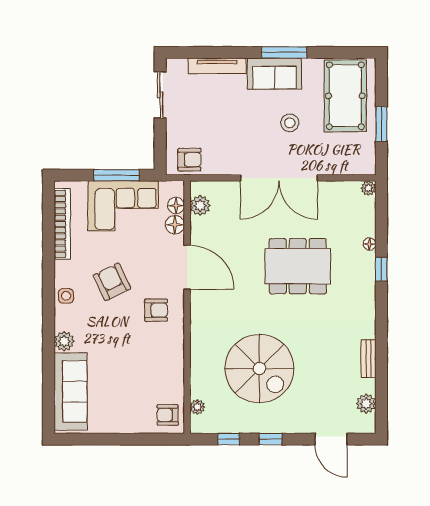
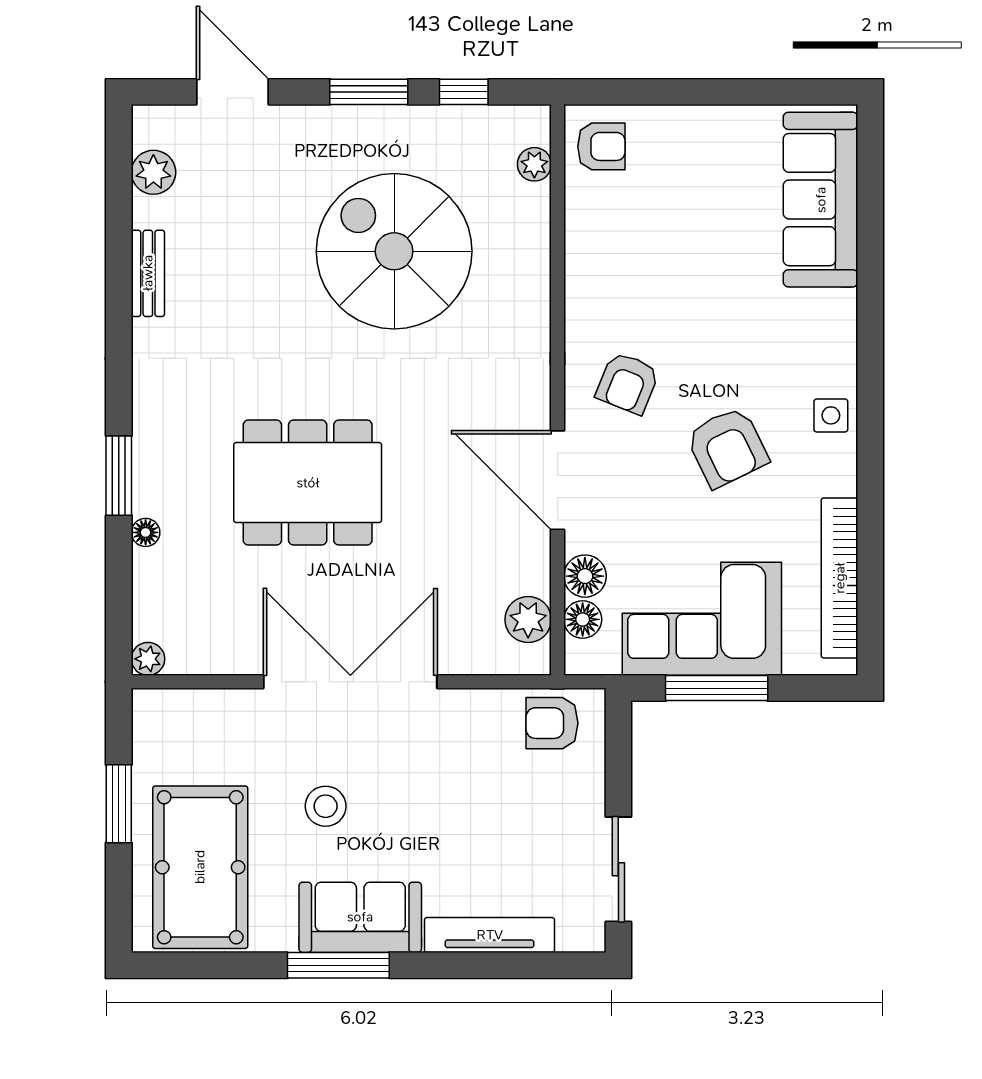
window: (381, 269) -> (119, 476), width x1.50
armchair: (156, 310) -> (628, 383), turned -68
plant: (64, 341) -> (835, 313), removed
window: (271, 439) -> (369, 92), width x1.50

